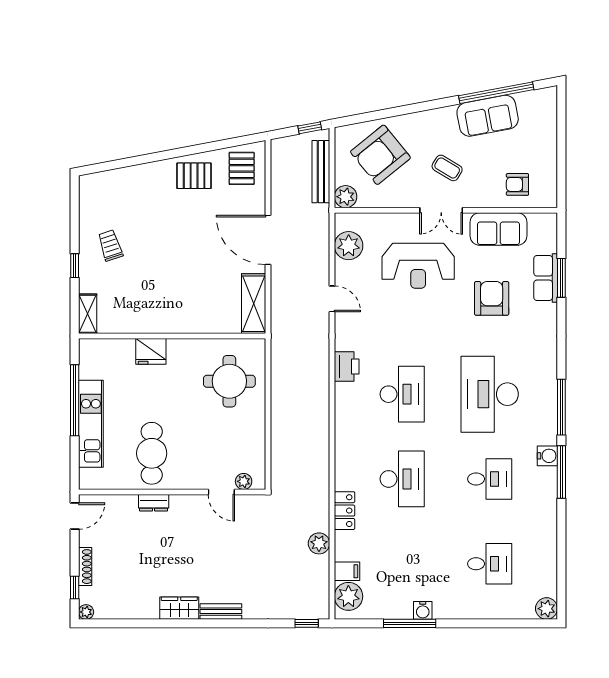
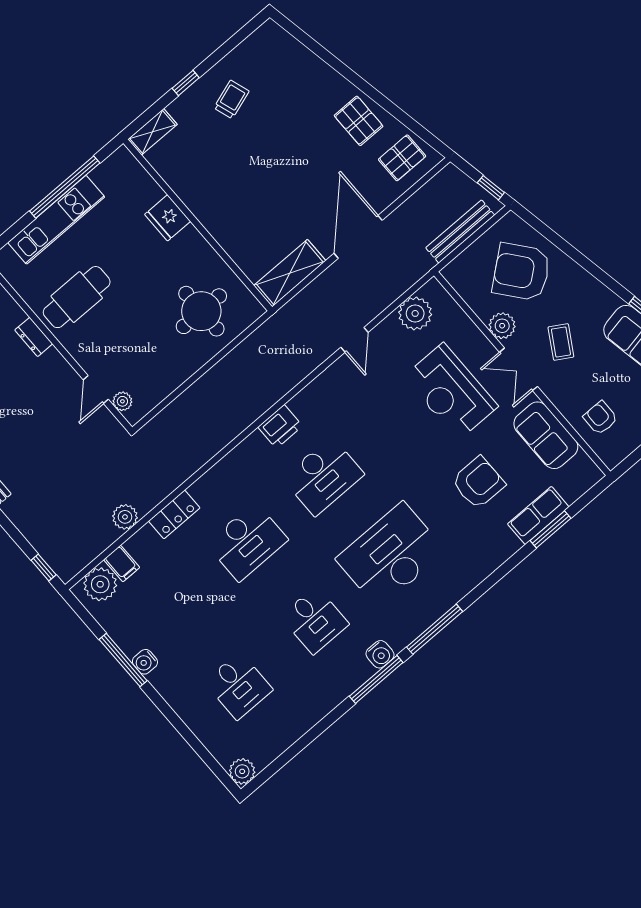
plant: (346, 197) -> (502, 326), moved
printer: (347, 367) -> (280, 427), moved

